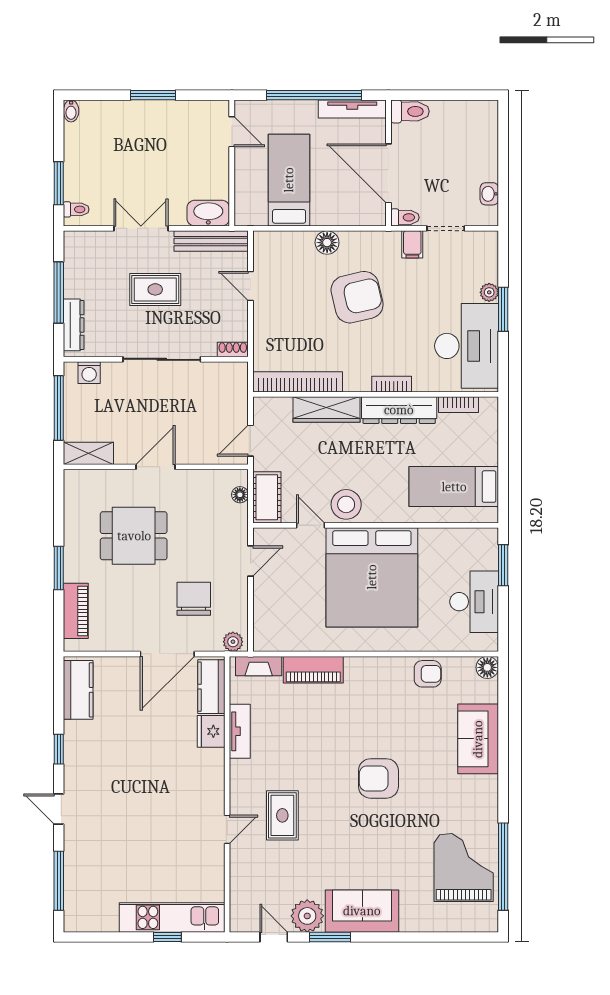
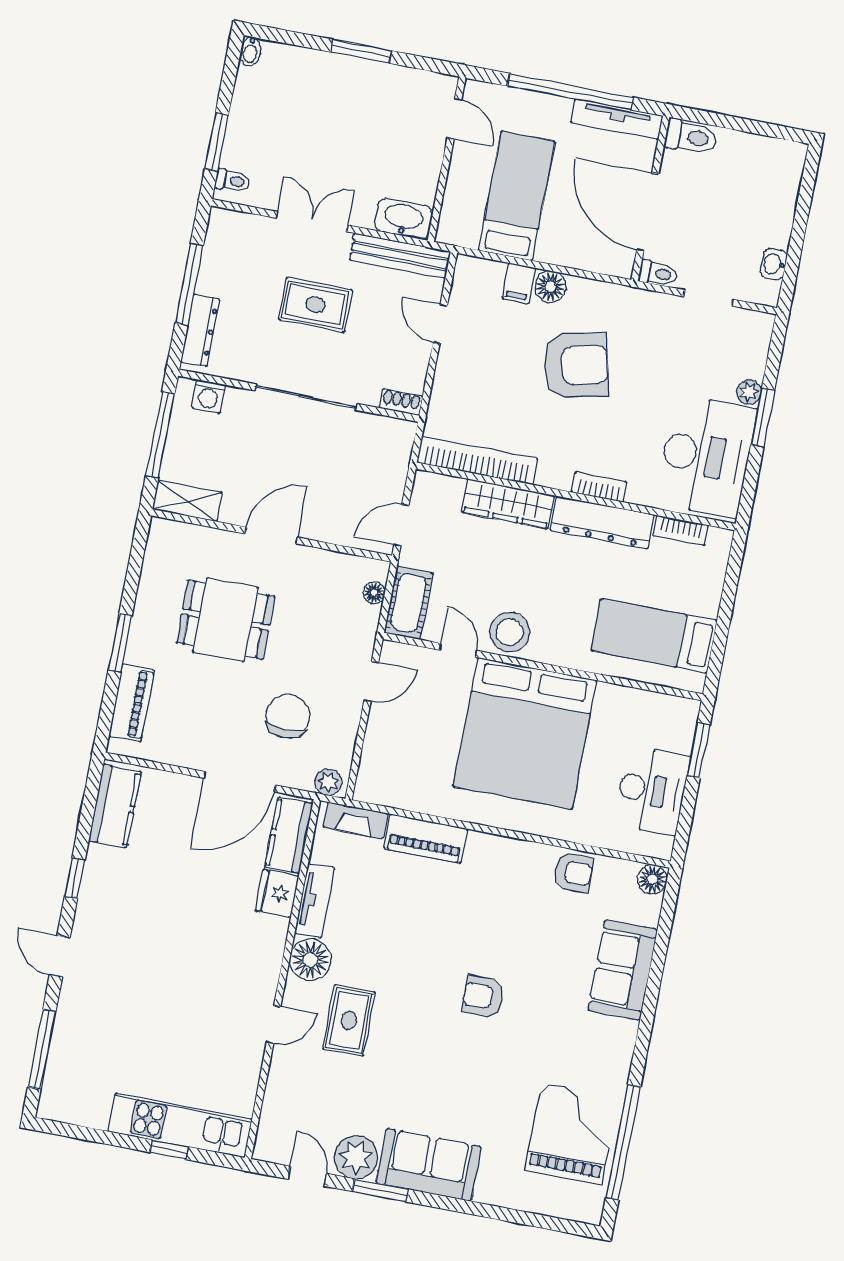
filing cabinet: (412, 244) -> (519, 283), moved
floor lamp: (245, 776) -> (310, 960), added
armchair: (378, 778) -> (483, 996), width x0.72, depth x0.72

